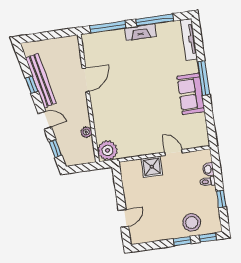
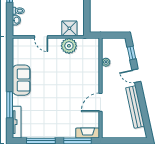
fireplace: (140, 32) -> (88, 133), moved
window: (204, 78) -> (10, 105), moved
window: (32, 85) -> (143, 105), removed
plant: (108, 150) -> (69, 46), moved
shower: (152, 167) -> (69, 28), moved

